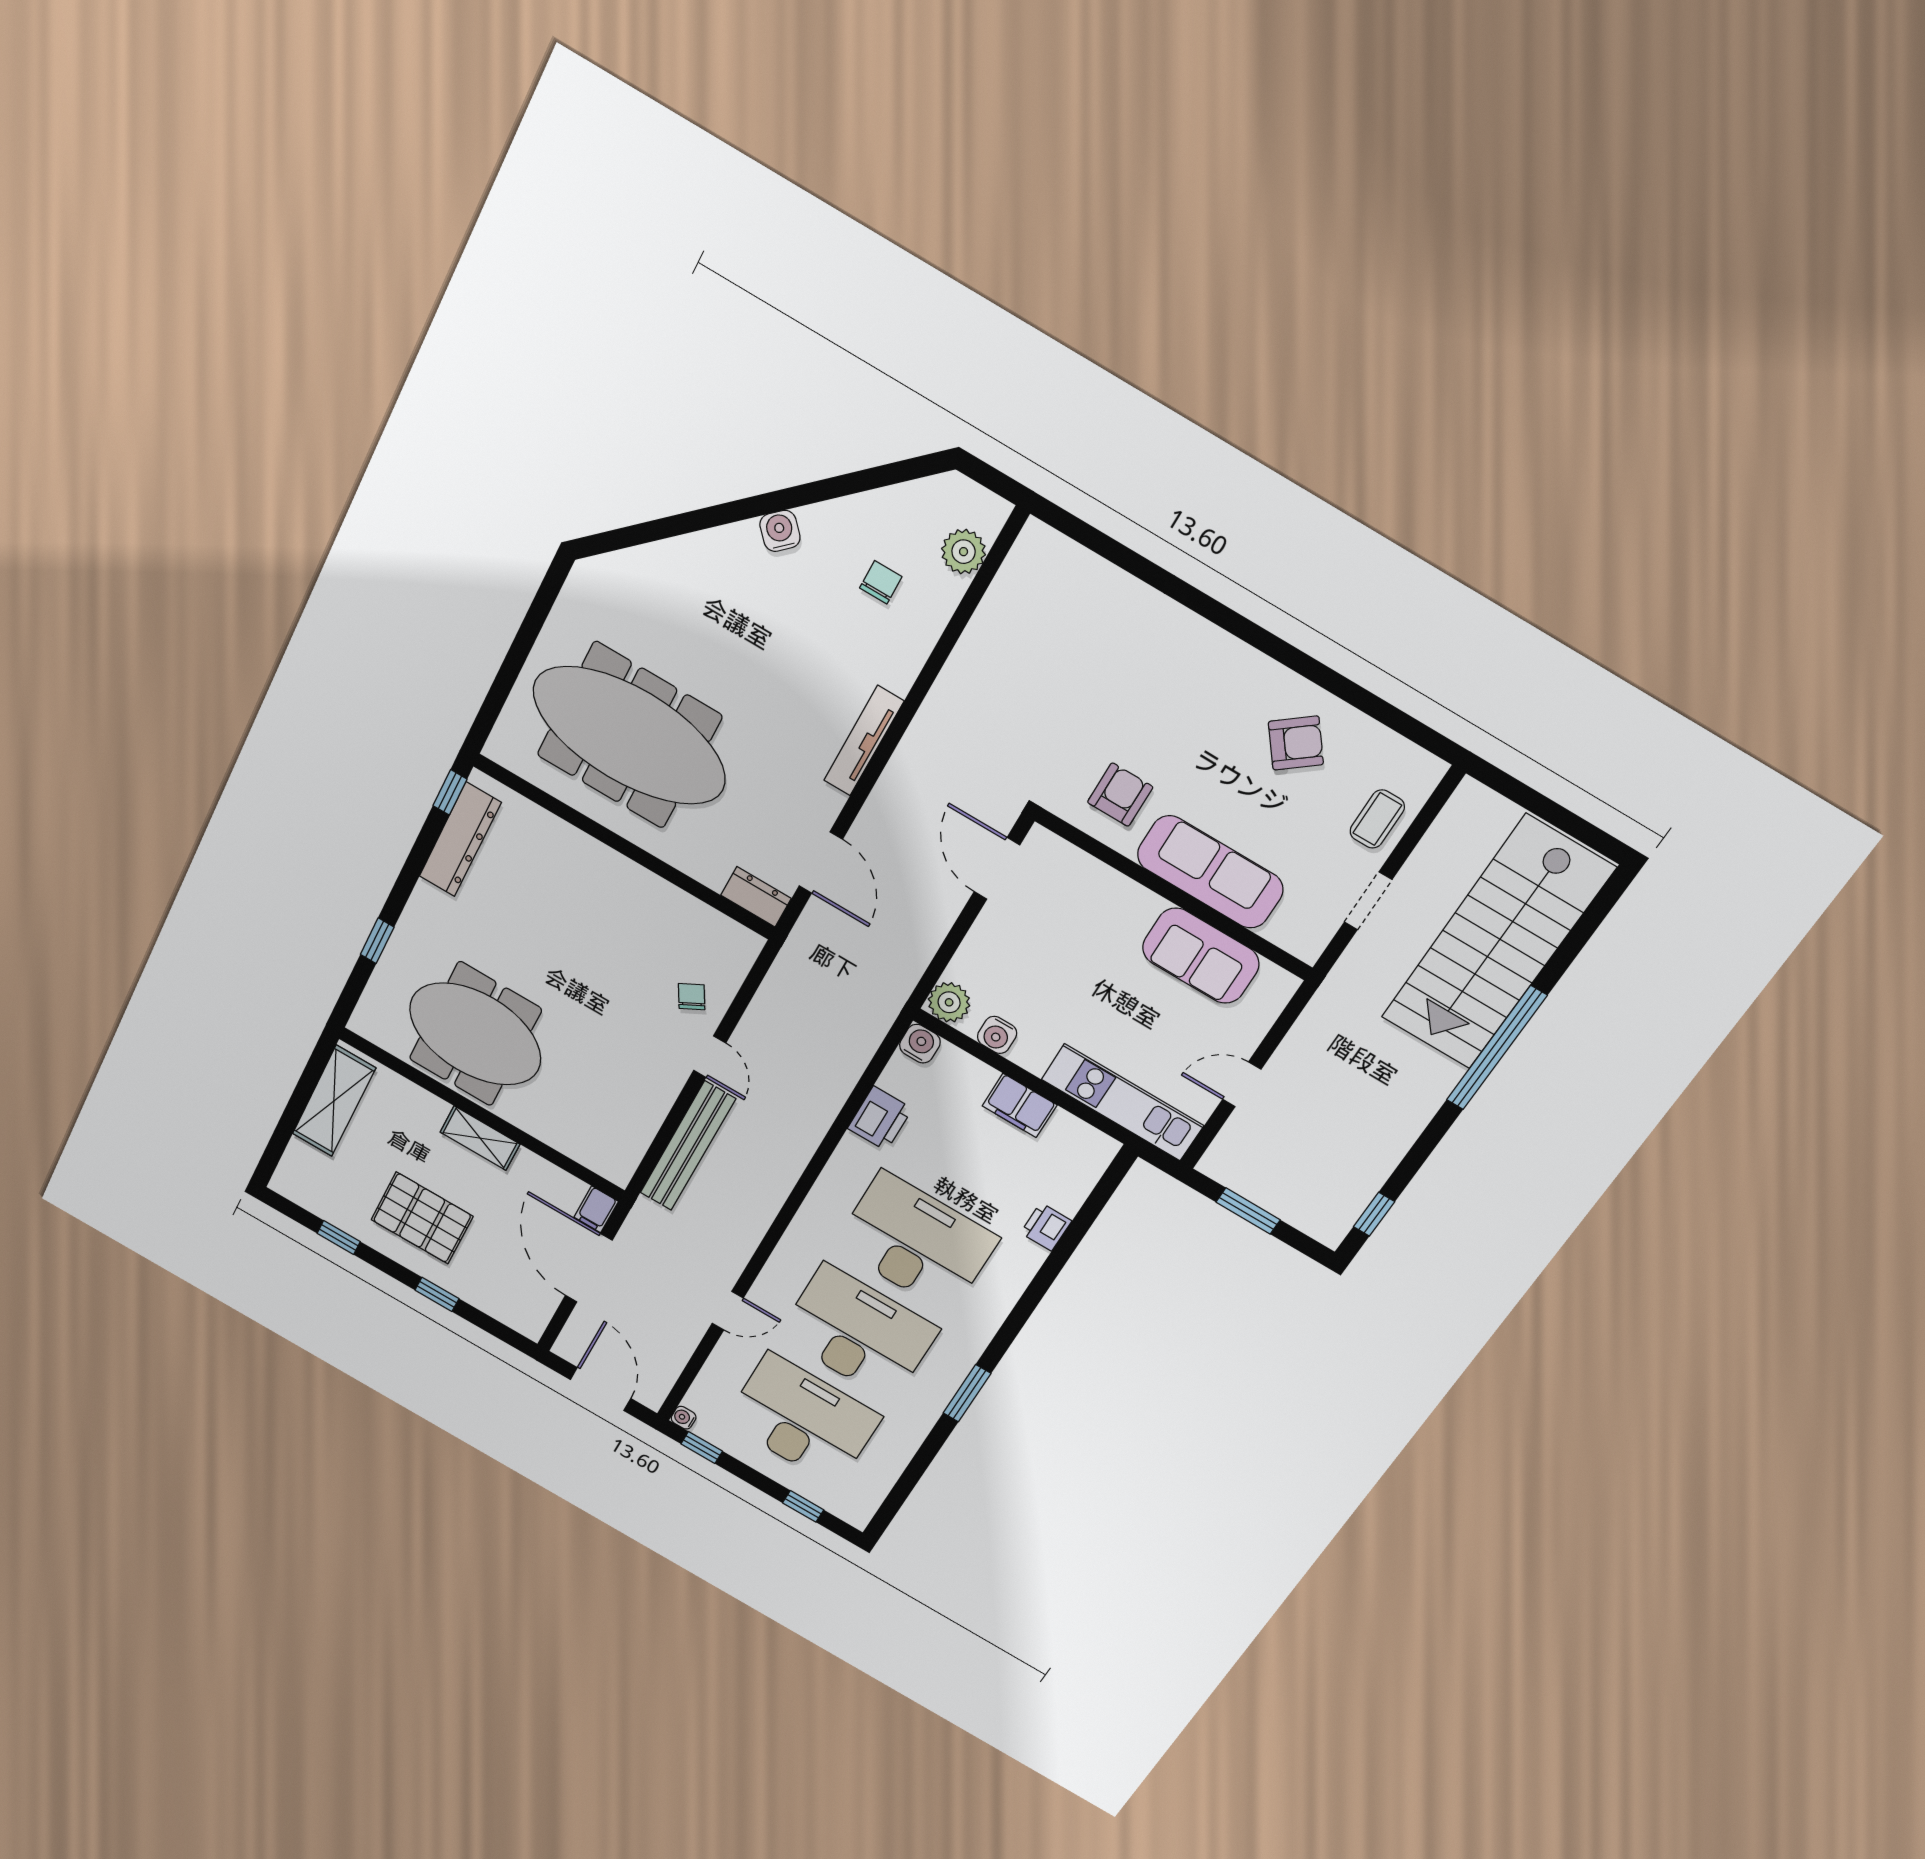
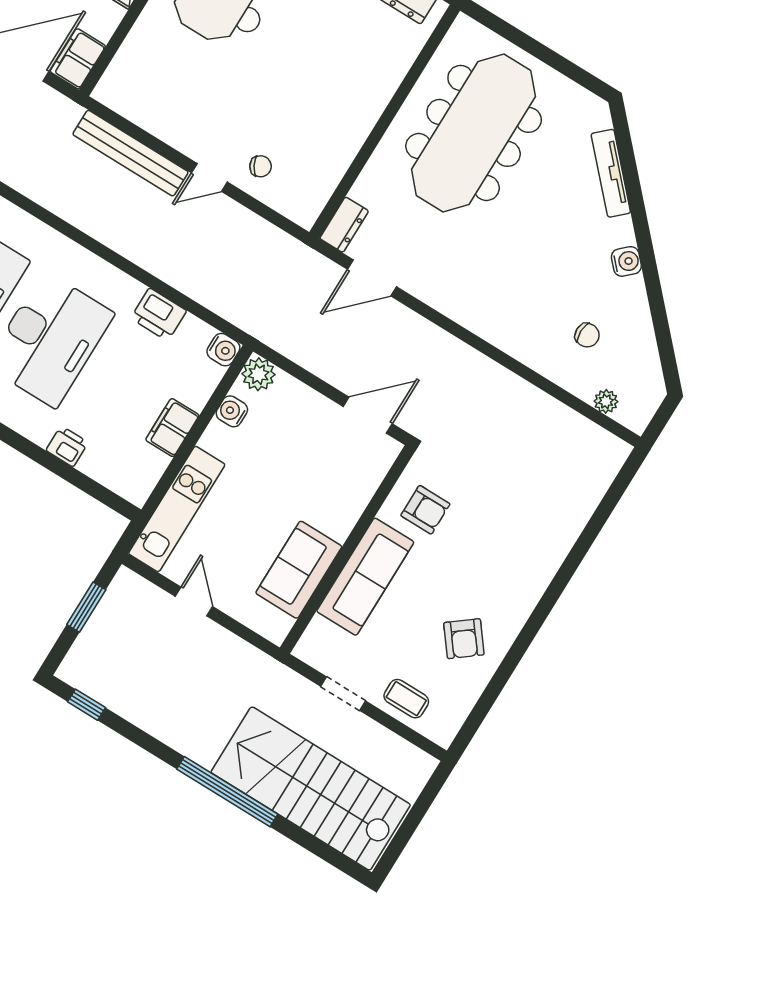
plant: (964, 552) -> (606, 401), width x0.73, depth x0.73
tv unit: (864, 741) -> (611, 173), moved, turned -133
filing cabinet: (596, 1209) -> (78, 59), width x2.00

